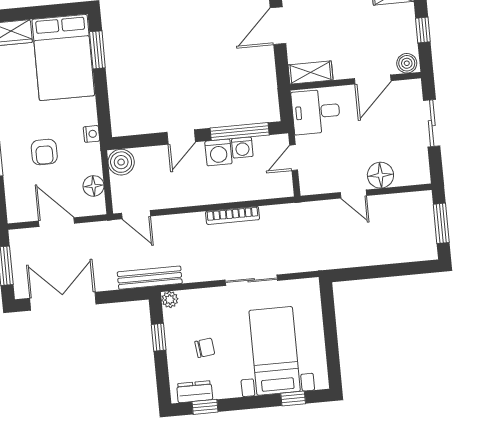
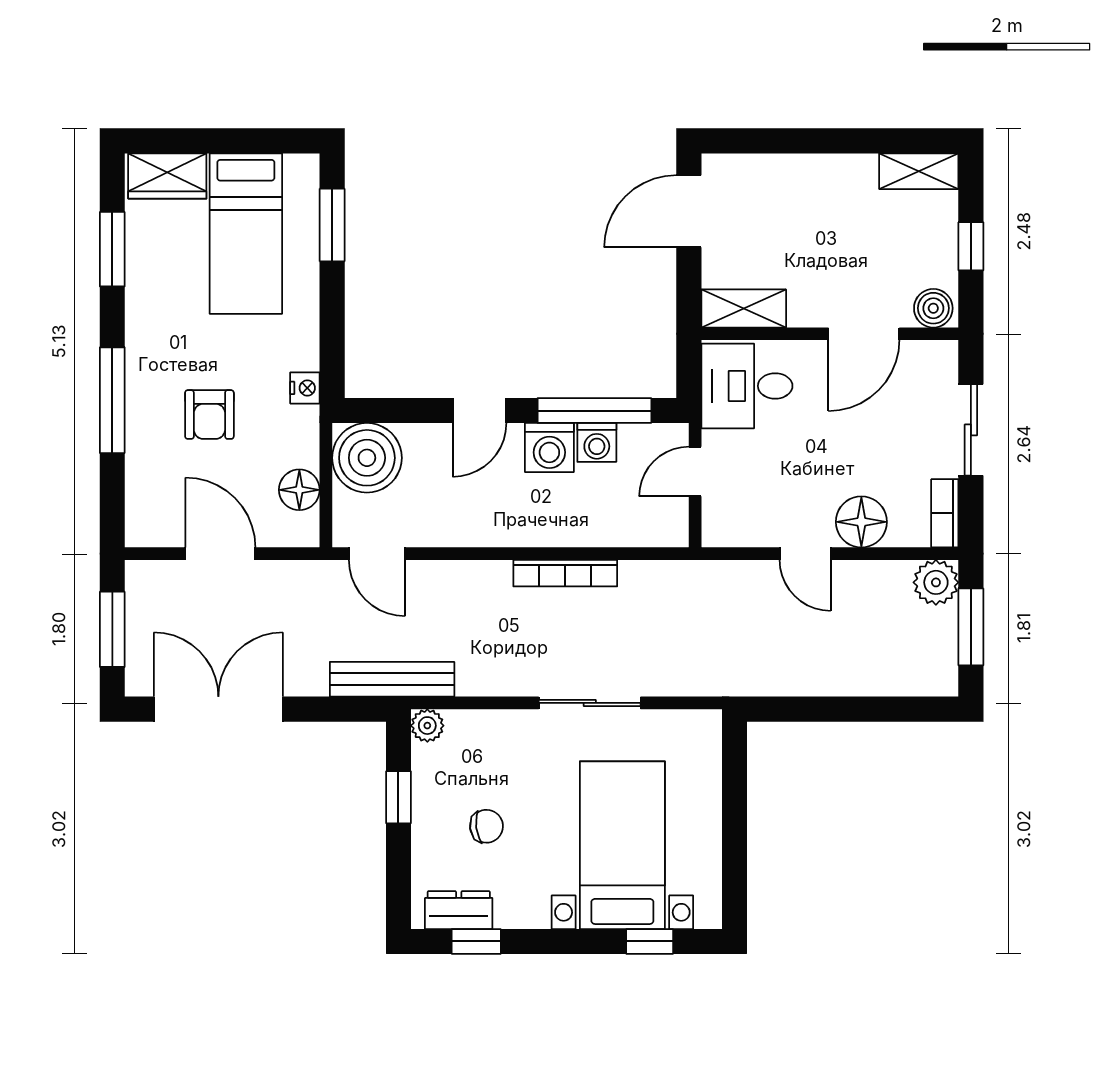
bed: (63, 58) -> (246, 234), width x0.67
boiler: (121, 162) -> (367, 458), width x1.37, depth x1.37
bookcase: (422, 167) -> (945, 513), added
plant: (421, 202) -> (936, 582), added

